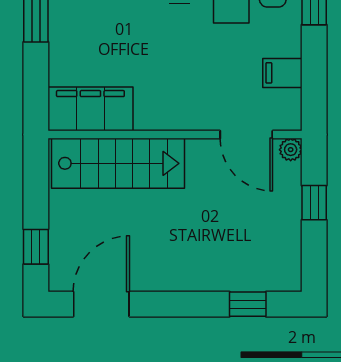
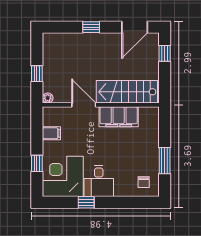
filing cabinet: (90, 109) -> (119, 117), moved
door: (246, 135) -> (84, 105), moved
window: (248, 304) -> (91, 27), moved

